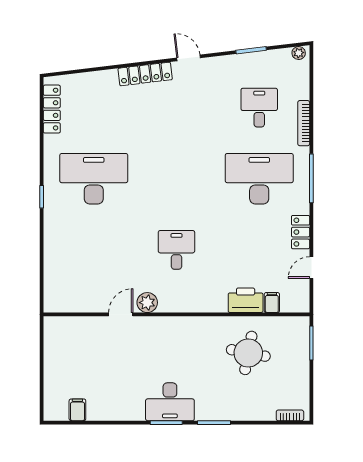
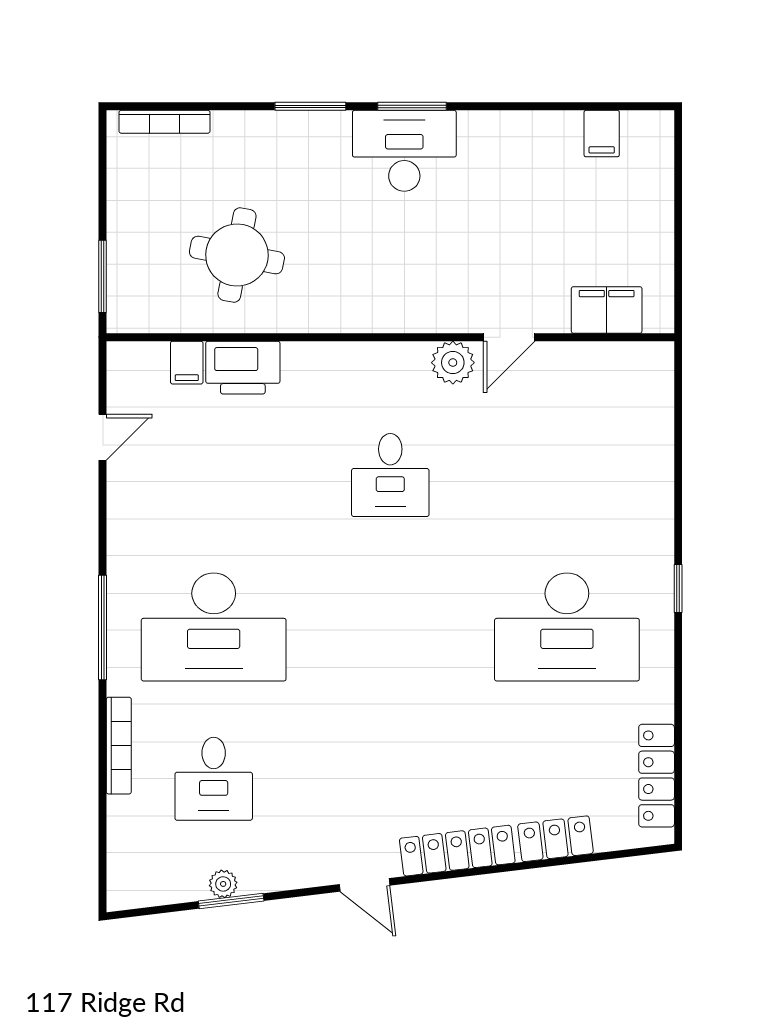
plant: (299, 53) -> (223, 884), moved
locker: (301, 232) -> (555, 839), moved, turned -97
filing cabinet: (75, 327) -> (607, 310), added
bookcase: (290, 415) -> (164, 122), width x1.56

